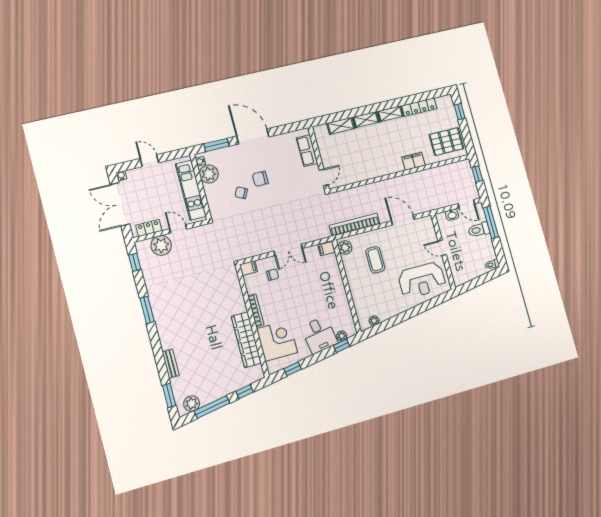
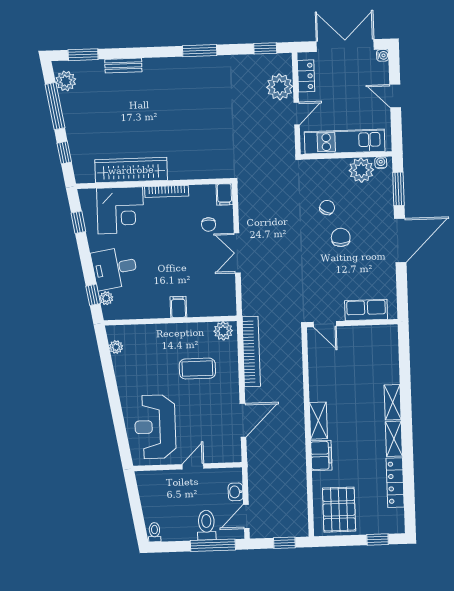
shelving: (341, 126) -> (318, 421), moved
door: (149, 161) -> (395, 96), swing flipped
filing cabinet: (327, 249) -> (178, 307), moved

